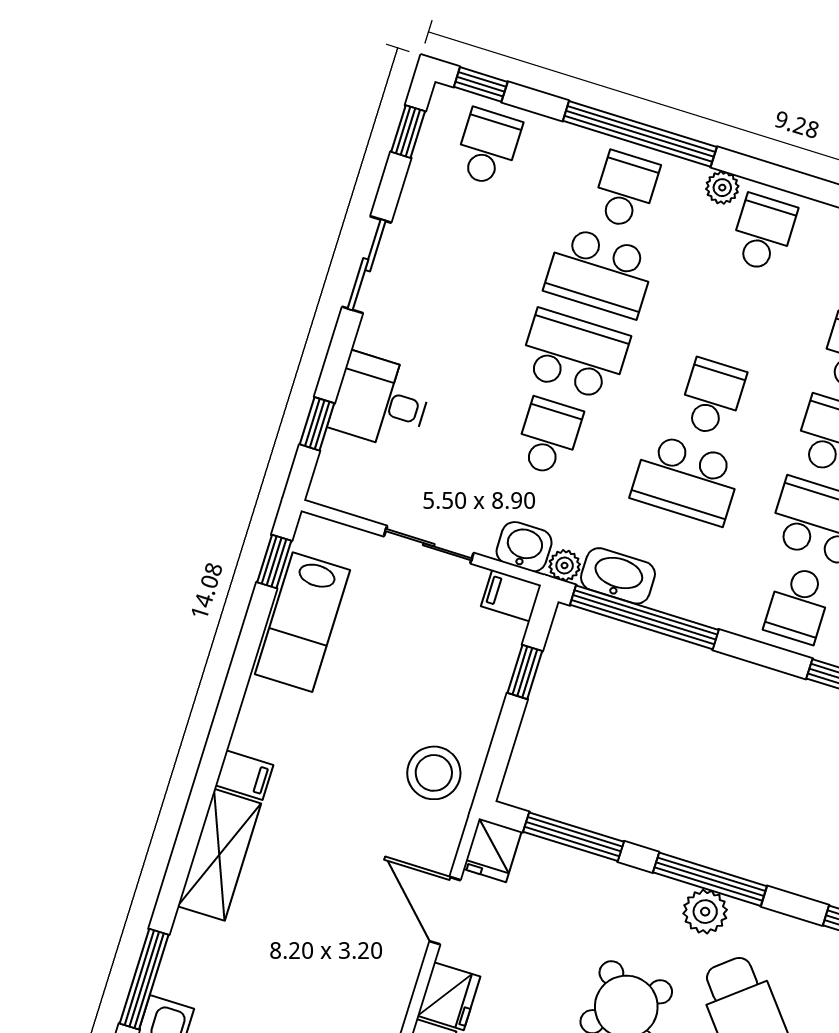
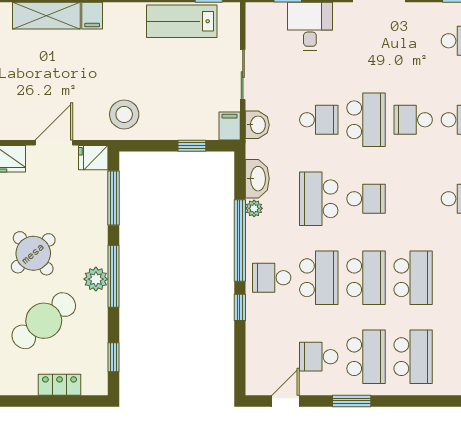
school desk: (600, 272) -> (413, 120), width x0.54
plant: (565, 566) -> (254, 208), moved
window: (644, 617) -> (240, 240), moved

